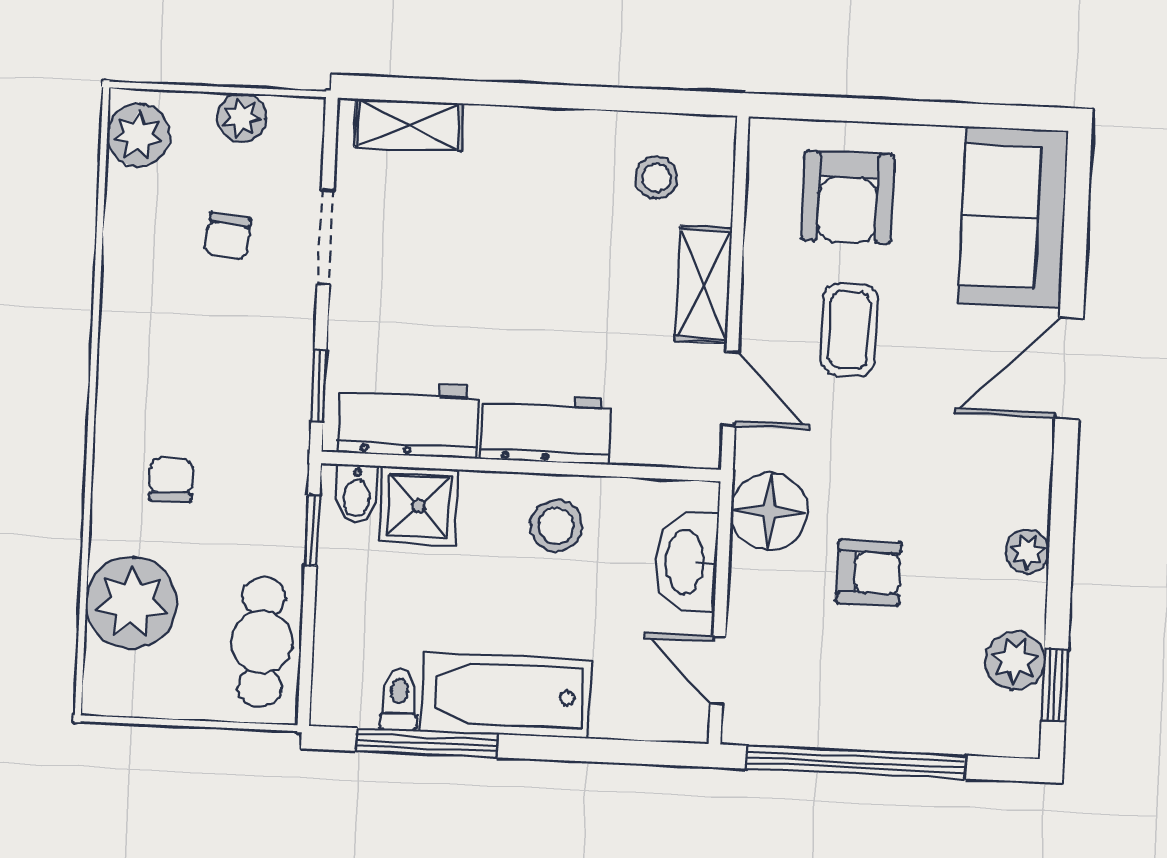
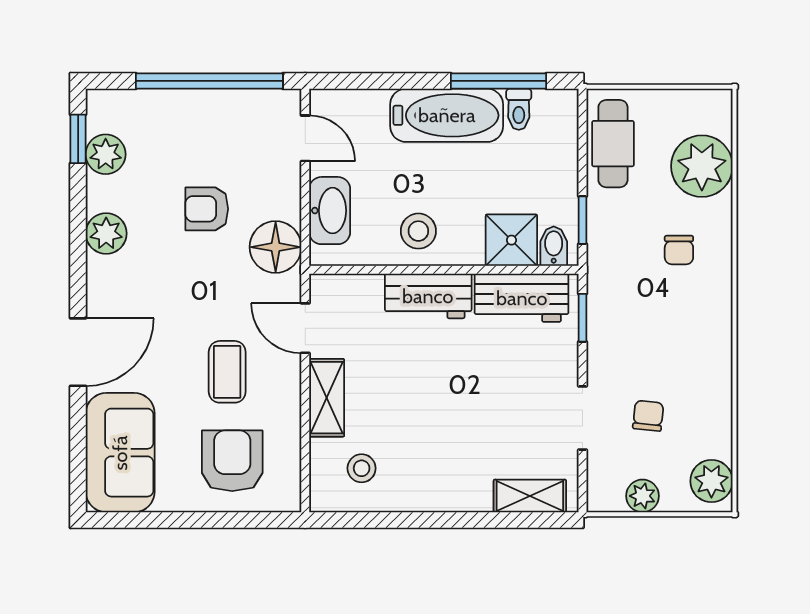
plant: (1027, 552) -> (106, 233), width x1.38, depth x1.38

